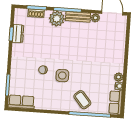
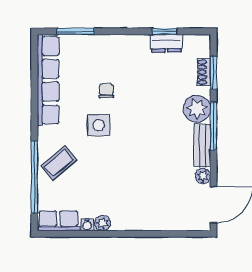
row of seats: (21, 102) -> (48, 80), width x2.02

